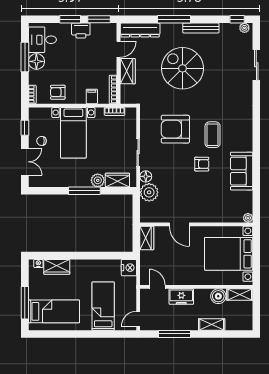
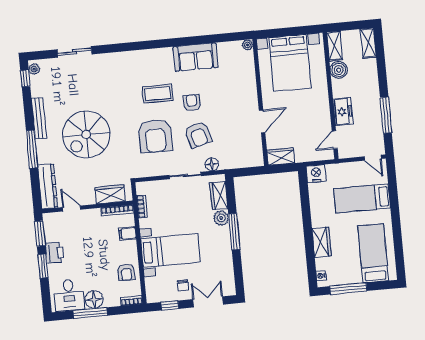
wardrobe: (128, 71) -> (110, 194), moved
armchair: (173, 167) -> (198, 135), added
plant: (149, 192) -> (229, 159), removed
wardrobe: (57, 267) -> (322, 242), moved
window: (25, 303) -> (348, 289), moved
shelving: (212, 324) -> (368, 43), moved

